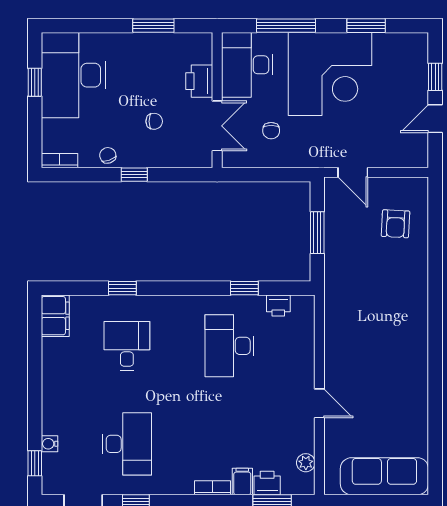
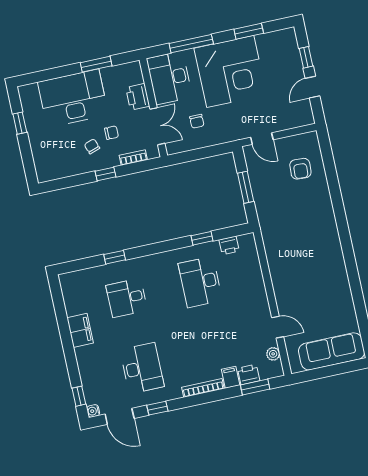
desk: (73, 75) -> (73, 98), moved, turned 90
chair: (108, 155) -> (92, 146), moved
bookcase: (59, 161) -> (133, 158), moved
filing cabinet: (55, 316) -> (80, 330), moved
desk: (127, 346) -> (127, 298), turned -90
door: (319, 403) -> (278, 327), moved
water cooler: (49, 444) -> (93, 411), moved
bookcase: (213, 488) -> (203, 388), width x1.56

